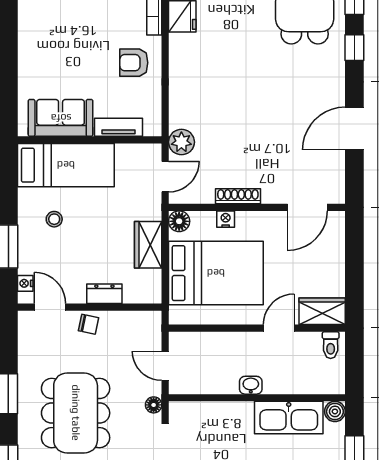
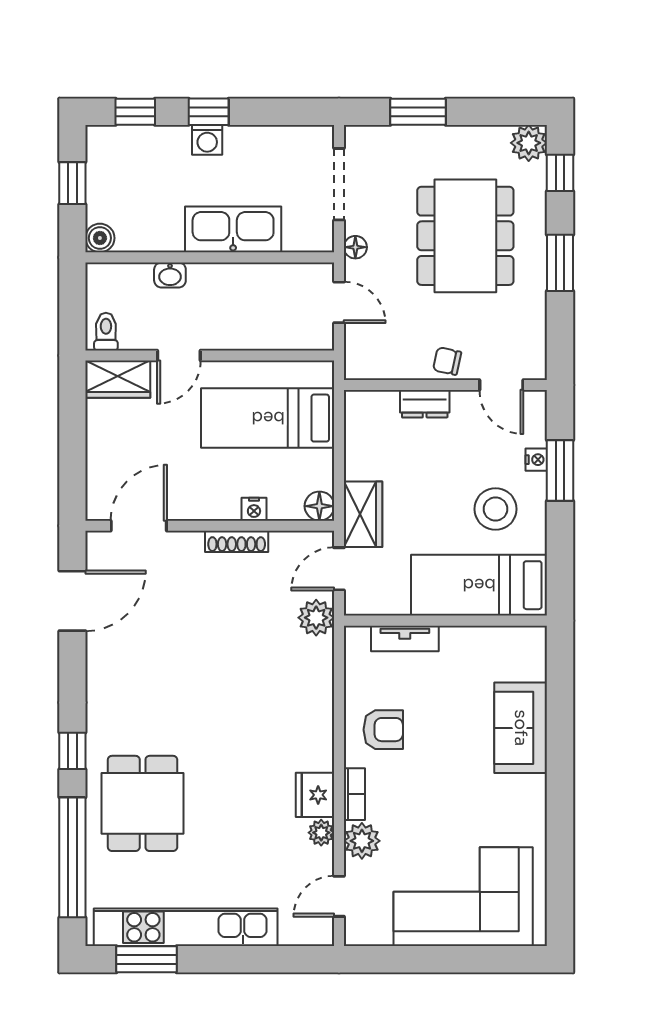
sofa: (61, 118) -> (521, 728), moved, turned 90
door: (354, 129) -> (72, 601), moved
stool: (54, 219) -> (495, 509), width x1.89, depth x1.89
wardrobe: (148, 245) -> (363, 514), moved
bed: (216, 273) -> (268, 418), width x0.67
nightstand: (25, 283) -> (536, 460), moved
washbasin: (251, 385) -> (170, 275), moved
kitchen sink: (289, 418) -> (233, 229), moved

